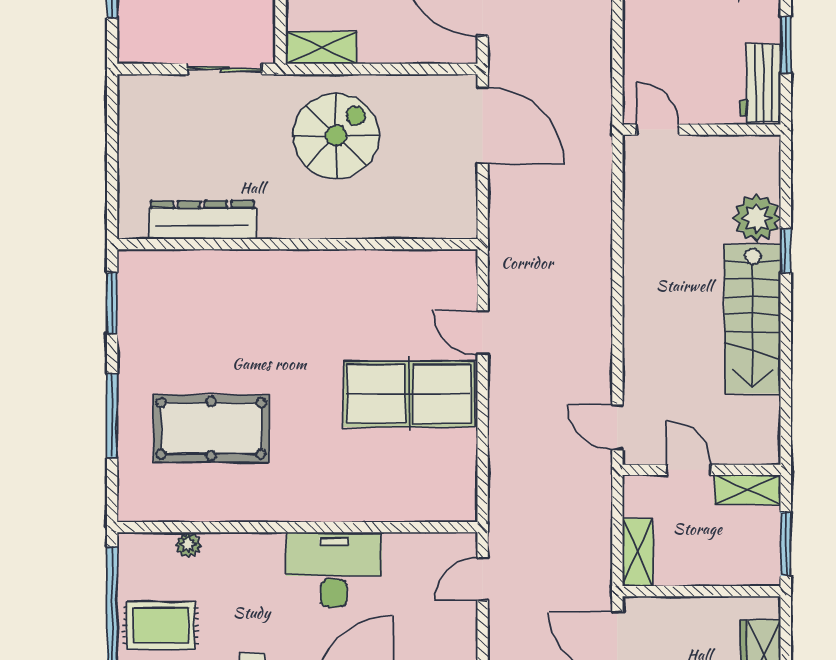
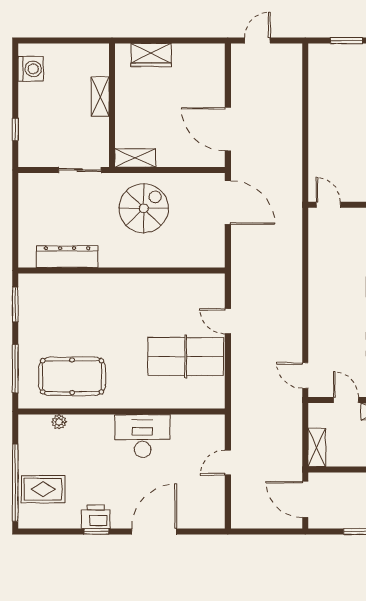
wall: (297, 527) -> (122, 412), moved
plant: (188, 545) -> (59, 422), moved
desk: (334, 570) -> (143, 436), moved

